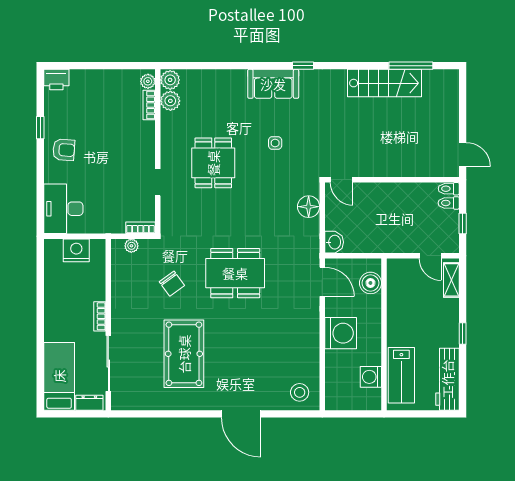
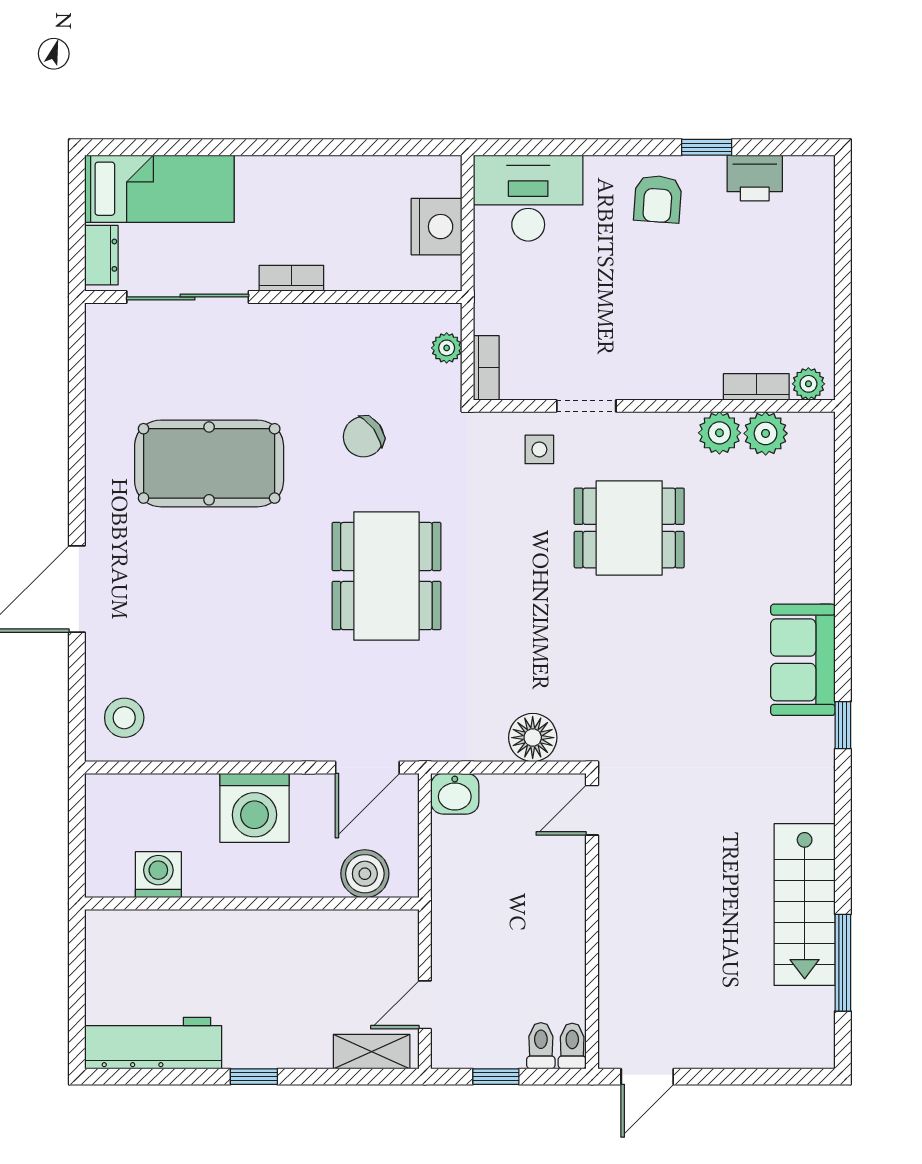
printer: (56, 80) -> (755, 178), moved, turned -90
plant: (170, 80) -> (719, 433), moved
side table: (275, 143) -> (539, 449), moved
lab bench: (401, 375) -> (162, 942), removed

